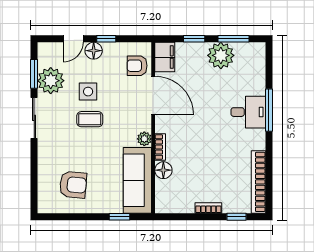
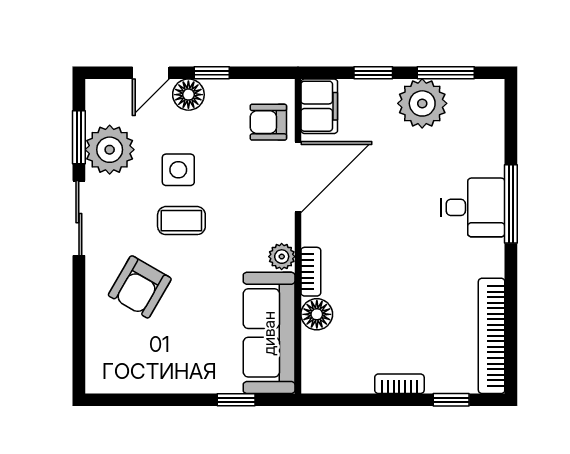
door: (153, 96) -> (298, 177), hinge flipped
armchair: (73, 185) -> (140, 287), moved, turned 115

